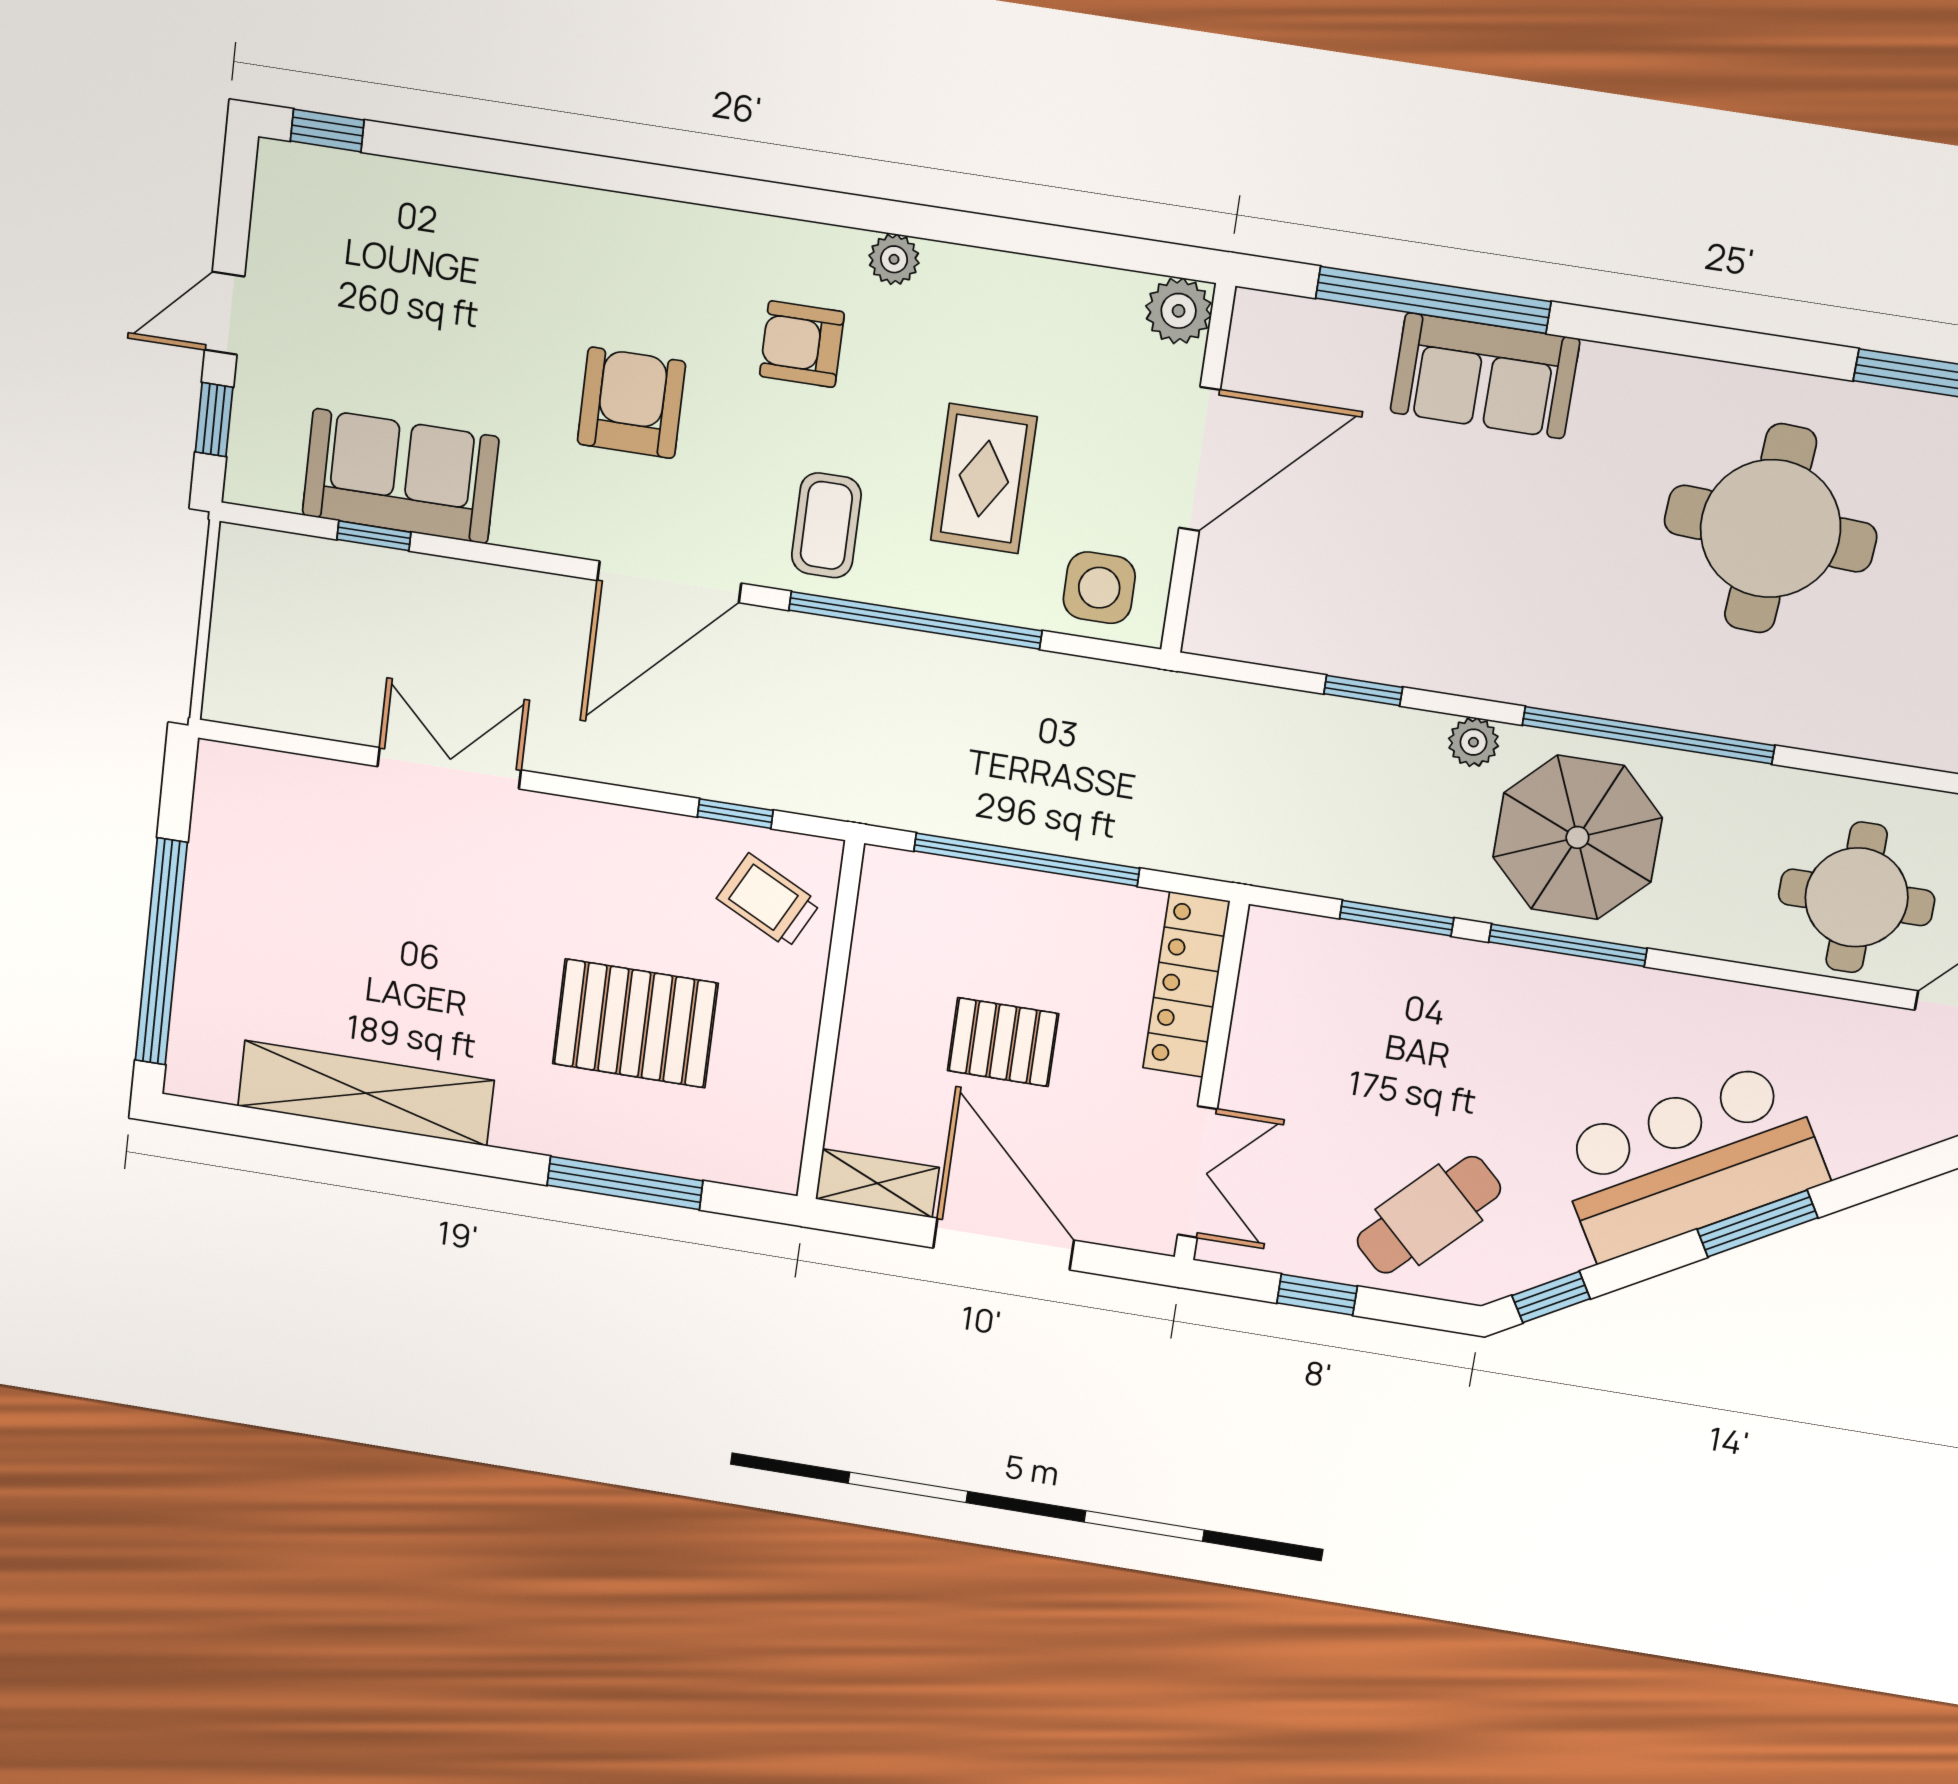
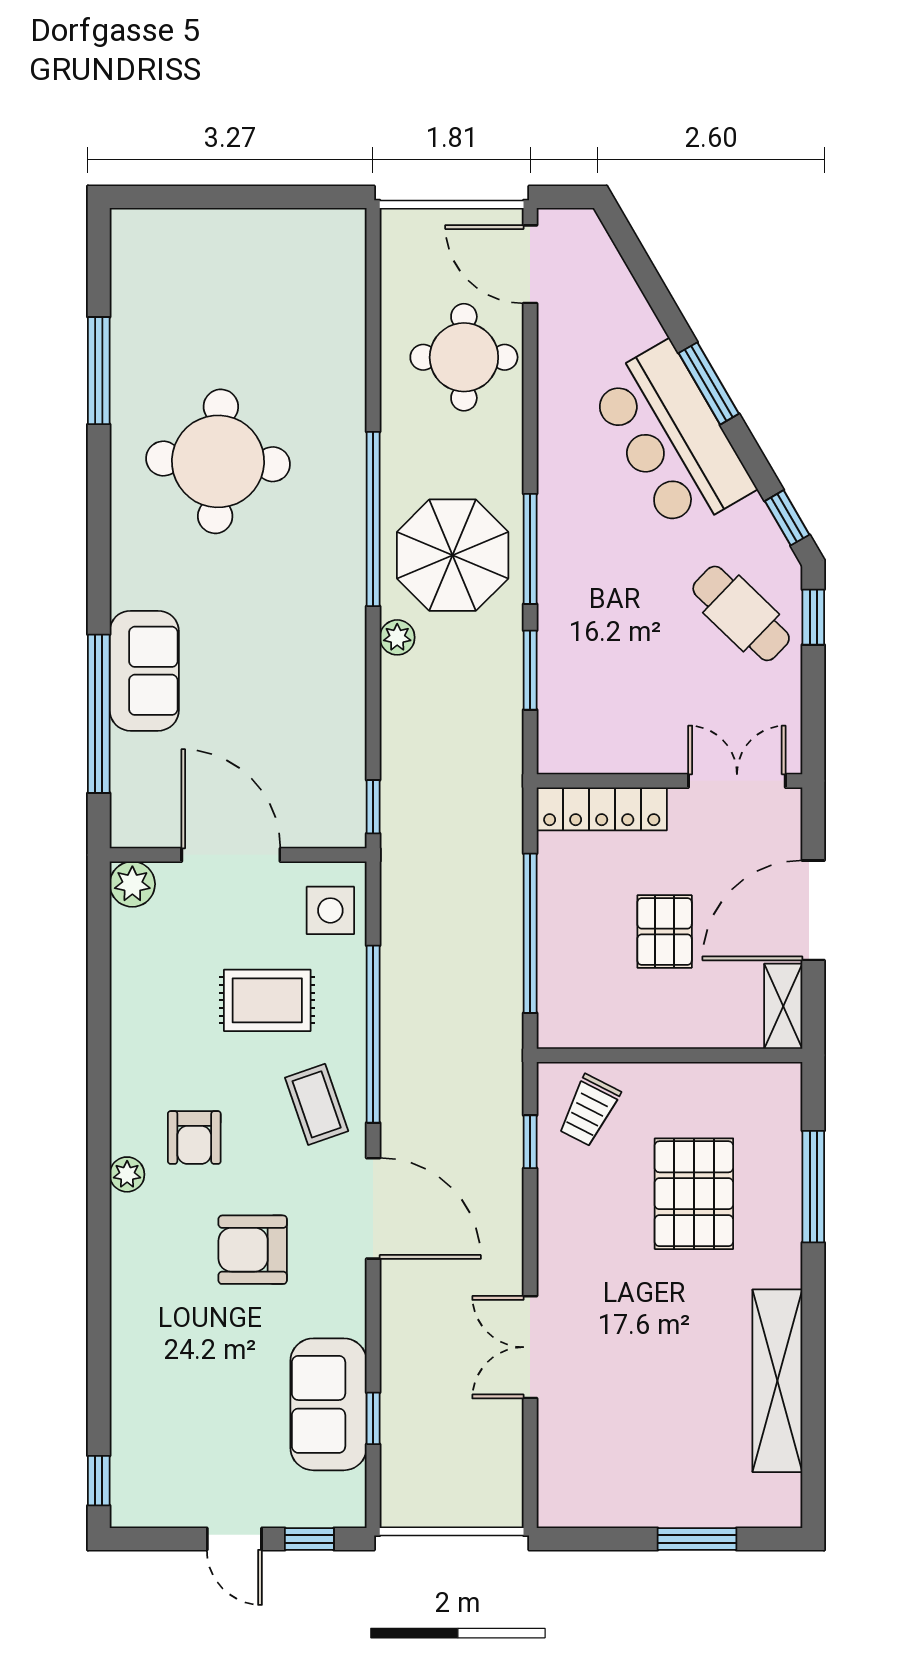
plant: (894, 259) -> (127, 1174), moved
coffee table: (826, 525) -> (317, 1104), turned 71
window: (1363, 691) -> (373, 807), moved
window: (161, 952) -> (697, 1539), width x0.47
window: (1317, 1295) -> (813, 617), moved

